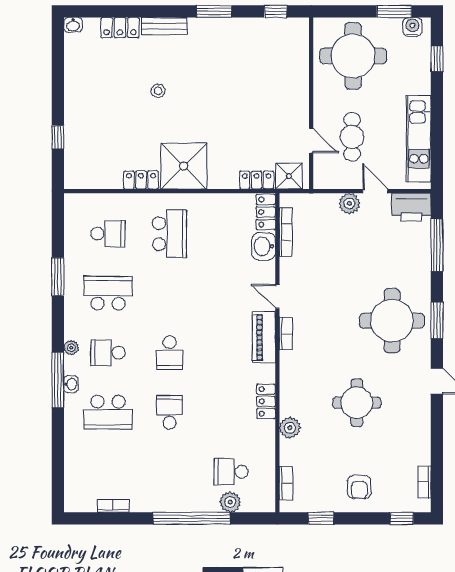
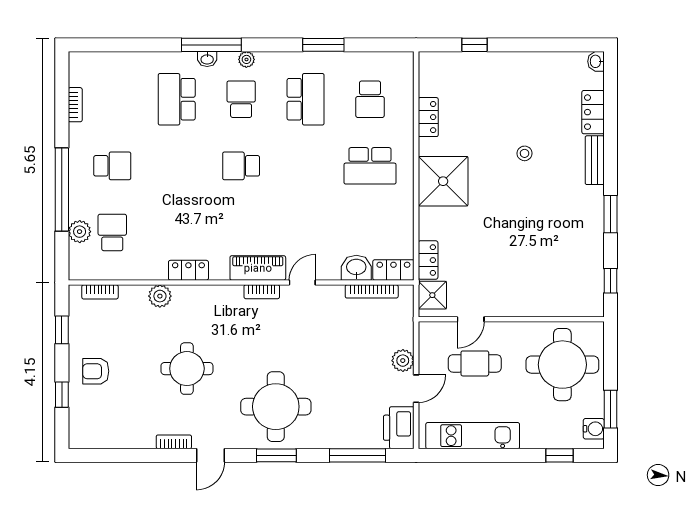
locker: (141, 180) -> (428, 117), moved
school desk: (170, 412) -> (112, 166), moved
bookcase: (424, 482) -> (174, 442), moved
window: (402, 518) -> (62, 395), moved

